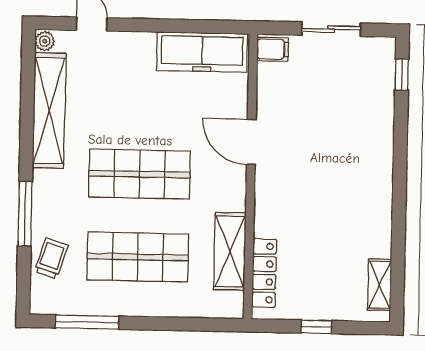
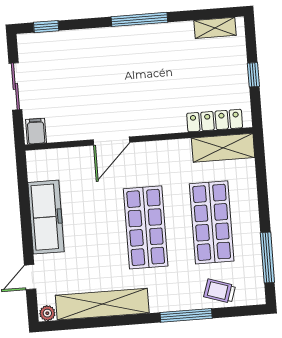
freezer: (202, 52) -> (46, 217), moved
window: (399, 192) -> (139, 19), added
shelving: (230, 251) -> (223, 148), moved

